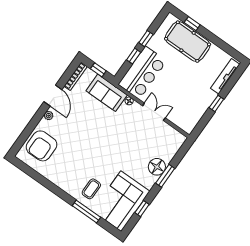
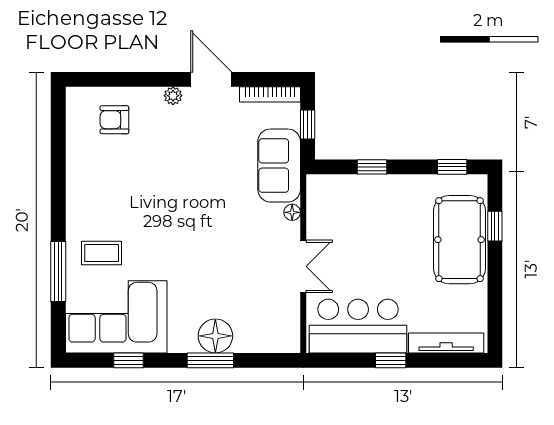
window: (146, 39) -> (452, 167), moved
bar counter: (142, 73) -> (358, 326), moved, turned 180
door: (53, 96) -> (211, 79), swing flipped
armchair: (42, 146) -> (114, 120), width x0.53, depth x0.53

